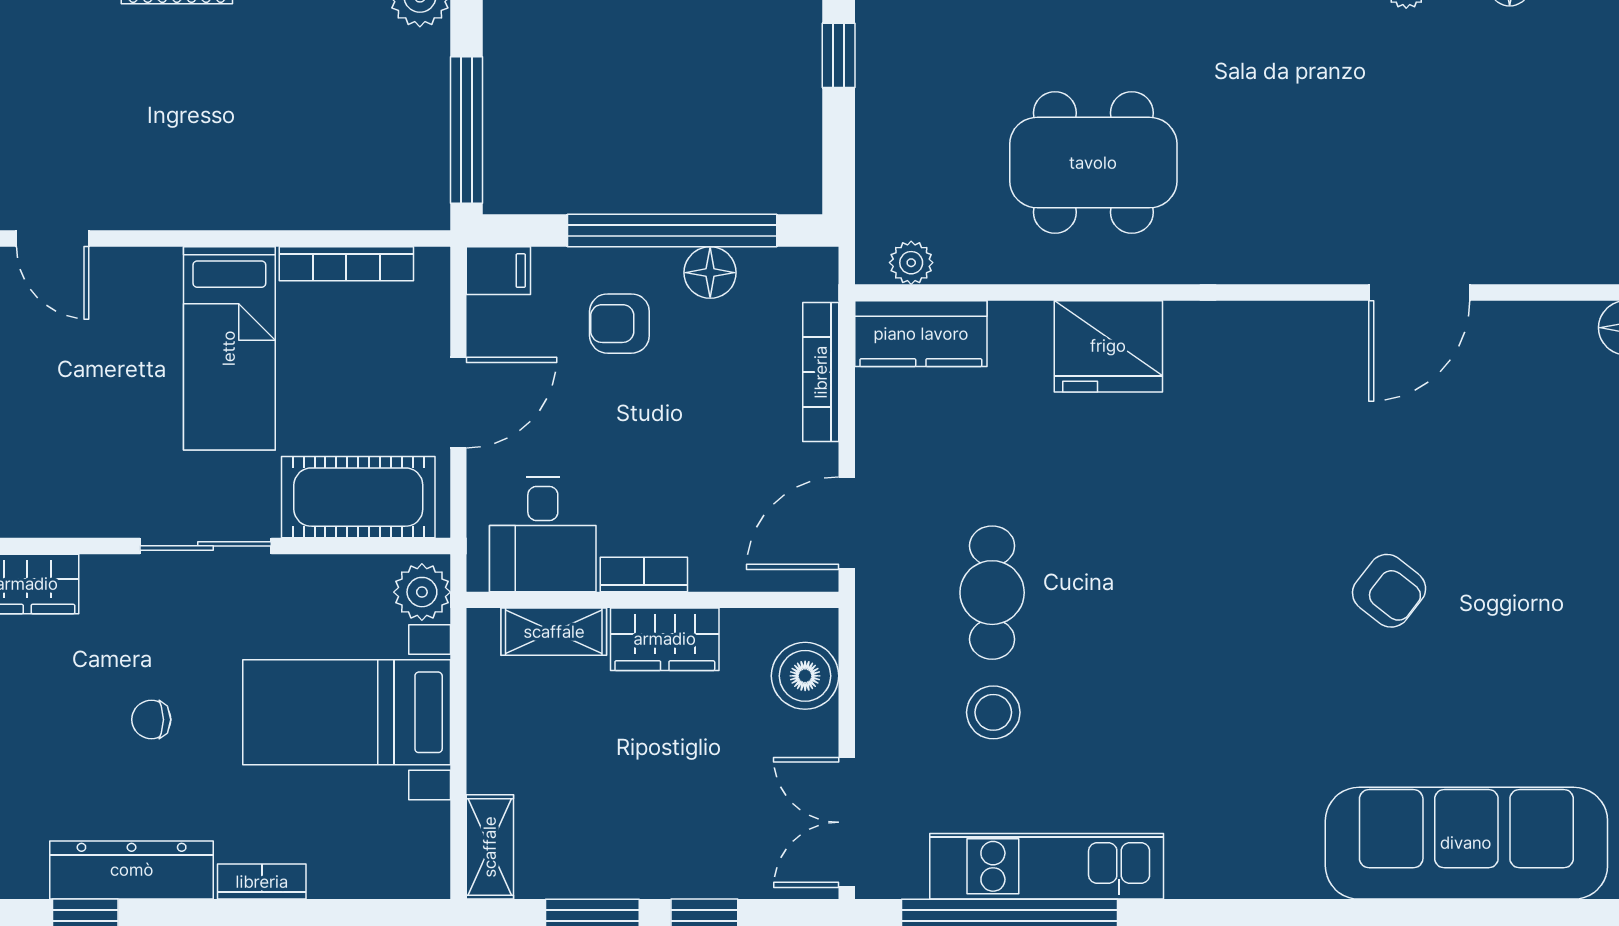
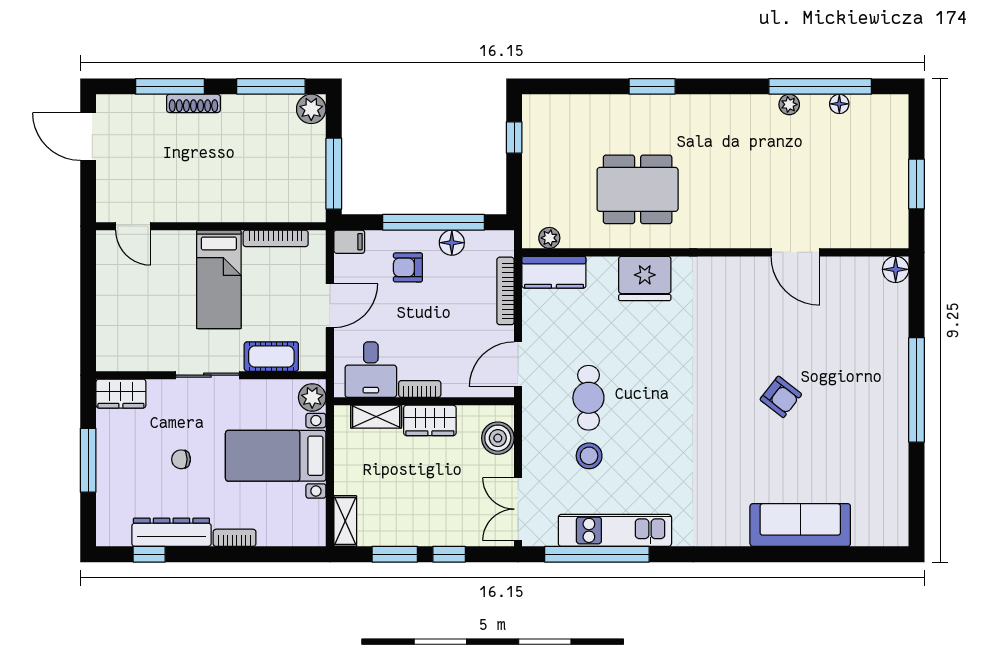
door: (1419, 292) -> (795, 252), hinge flipped
cot: (358, 497) -> (271, 357), width x0.73, depth x0.75
sofa: (1466, 843) -> (800, 525), width x0.74, depth x0.79

